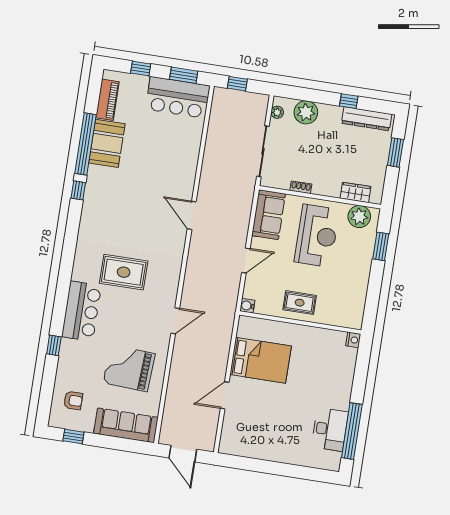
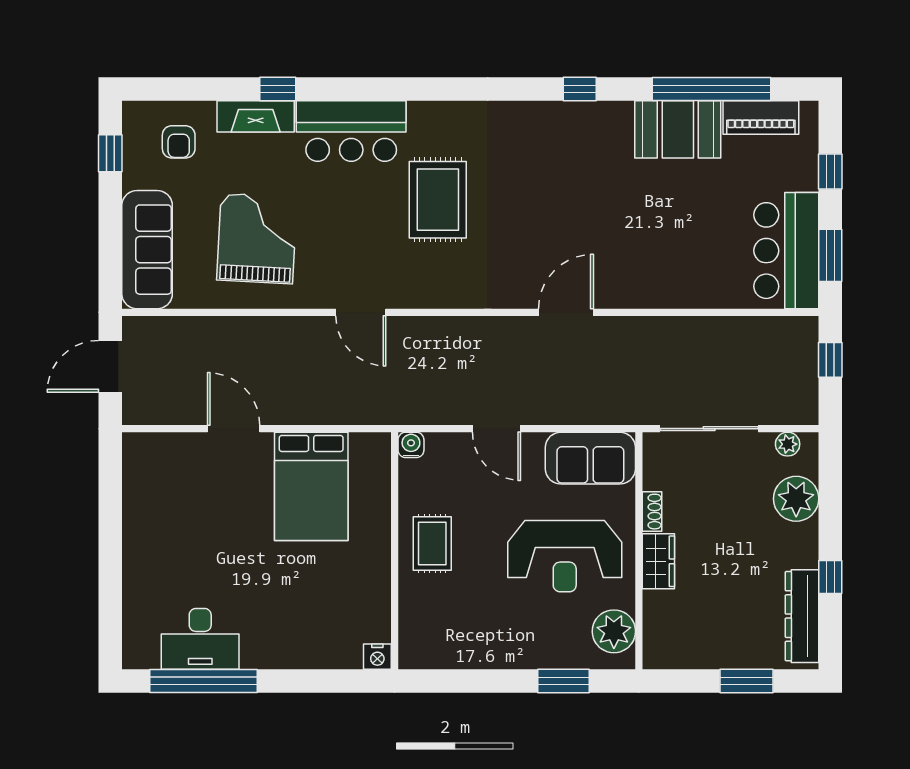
window: (85, 144) -> (711, 89), moved
wardrobe: (356, 192) -> (658, 561), moved
fireplace: (66, 359) -> (256, 116), added

